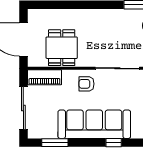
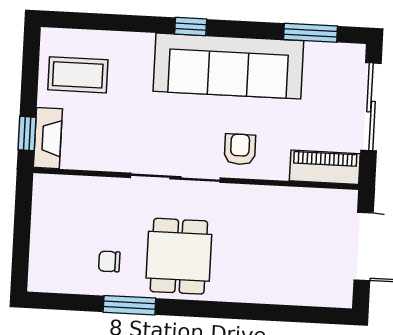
dining table: (62, 48) -> (179, 256), moved
armchair: (86, 84) -> (240, 149), turned -90

